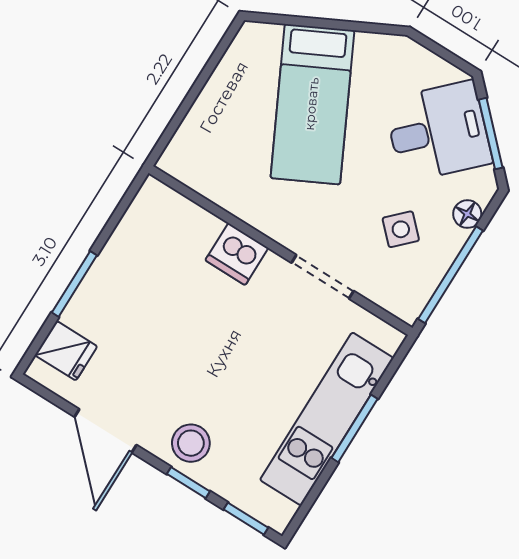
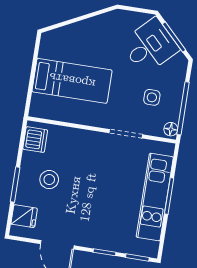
bed: (312, 104) -> (72, 81), moved, turned -63
floor lamp: (467, 214) -> (171, 129), moved
side table: (401, 229) -> (152, 97), turned 45
dishwasher: (237, 254) -> (35, 140), moved, turned -90
stool: (191, 443) -> (49, 180), moved

